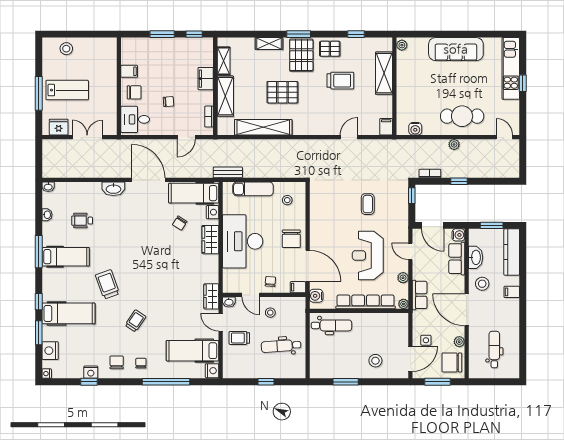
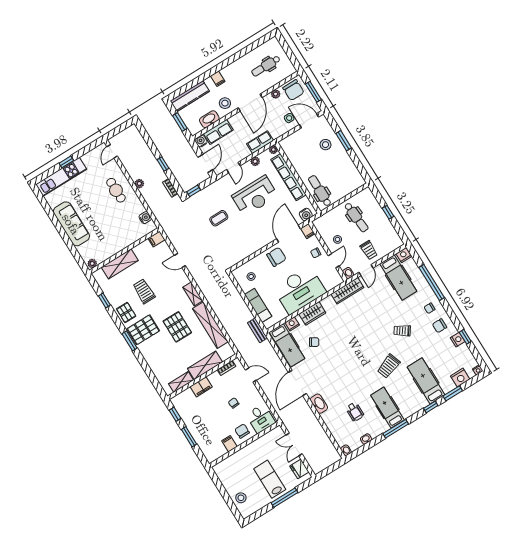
shelving: (269, 44) -> (193, 294), moved
cafe table: (462, 116) -> (116, 190), width x0.73, depth x0.74
wardrobe: (211, 296) -> (347, 291), width x1.50
window: (346, 382) -> (344, 141), moved

